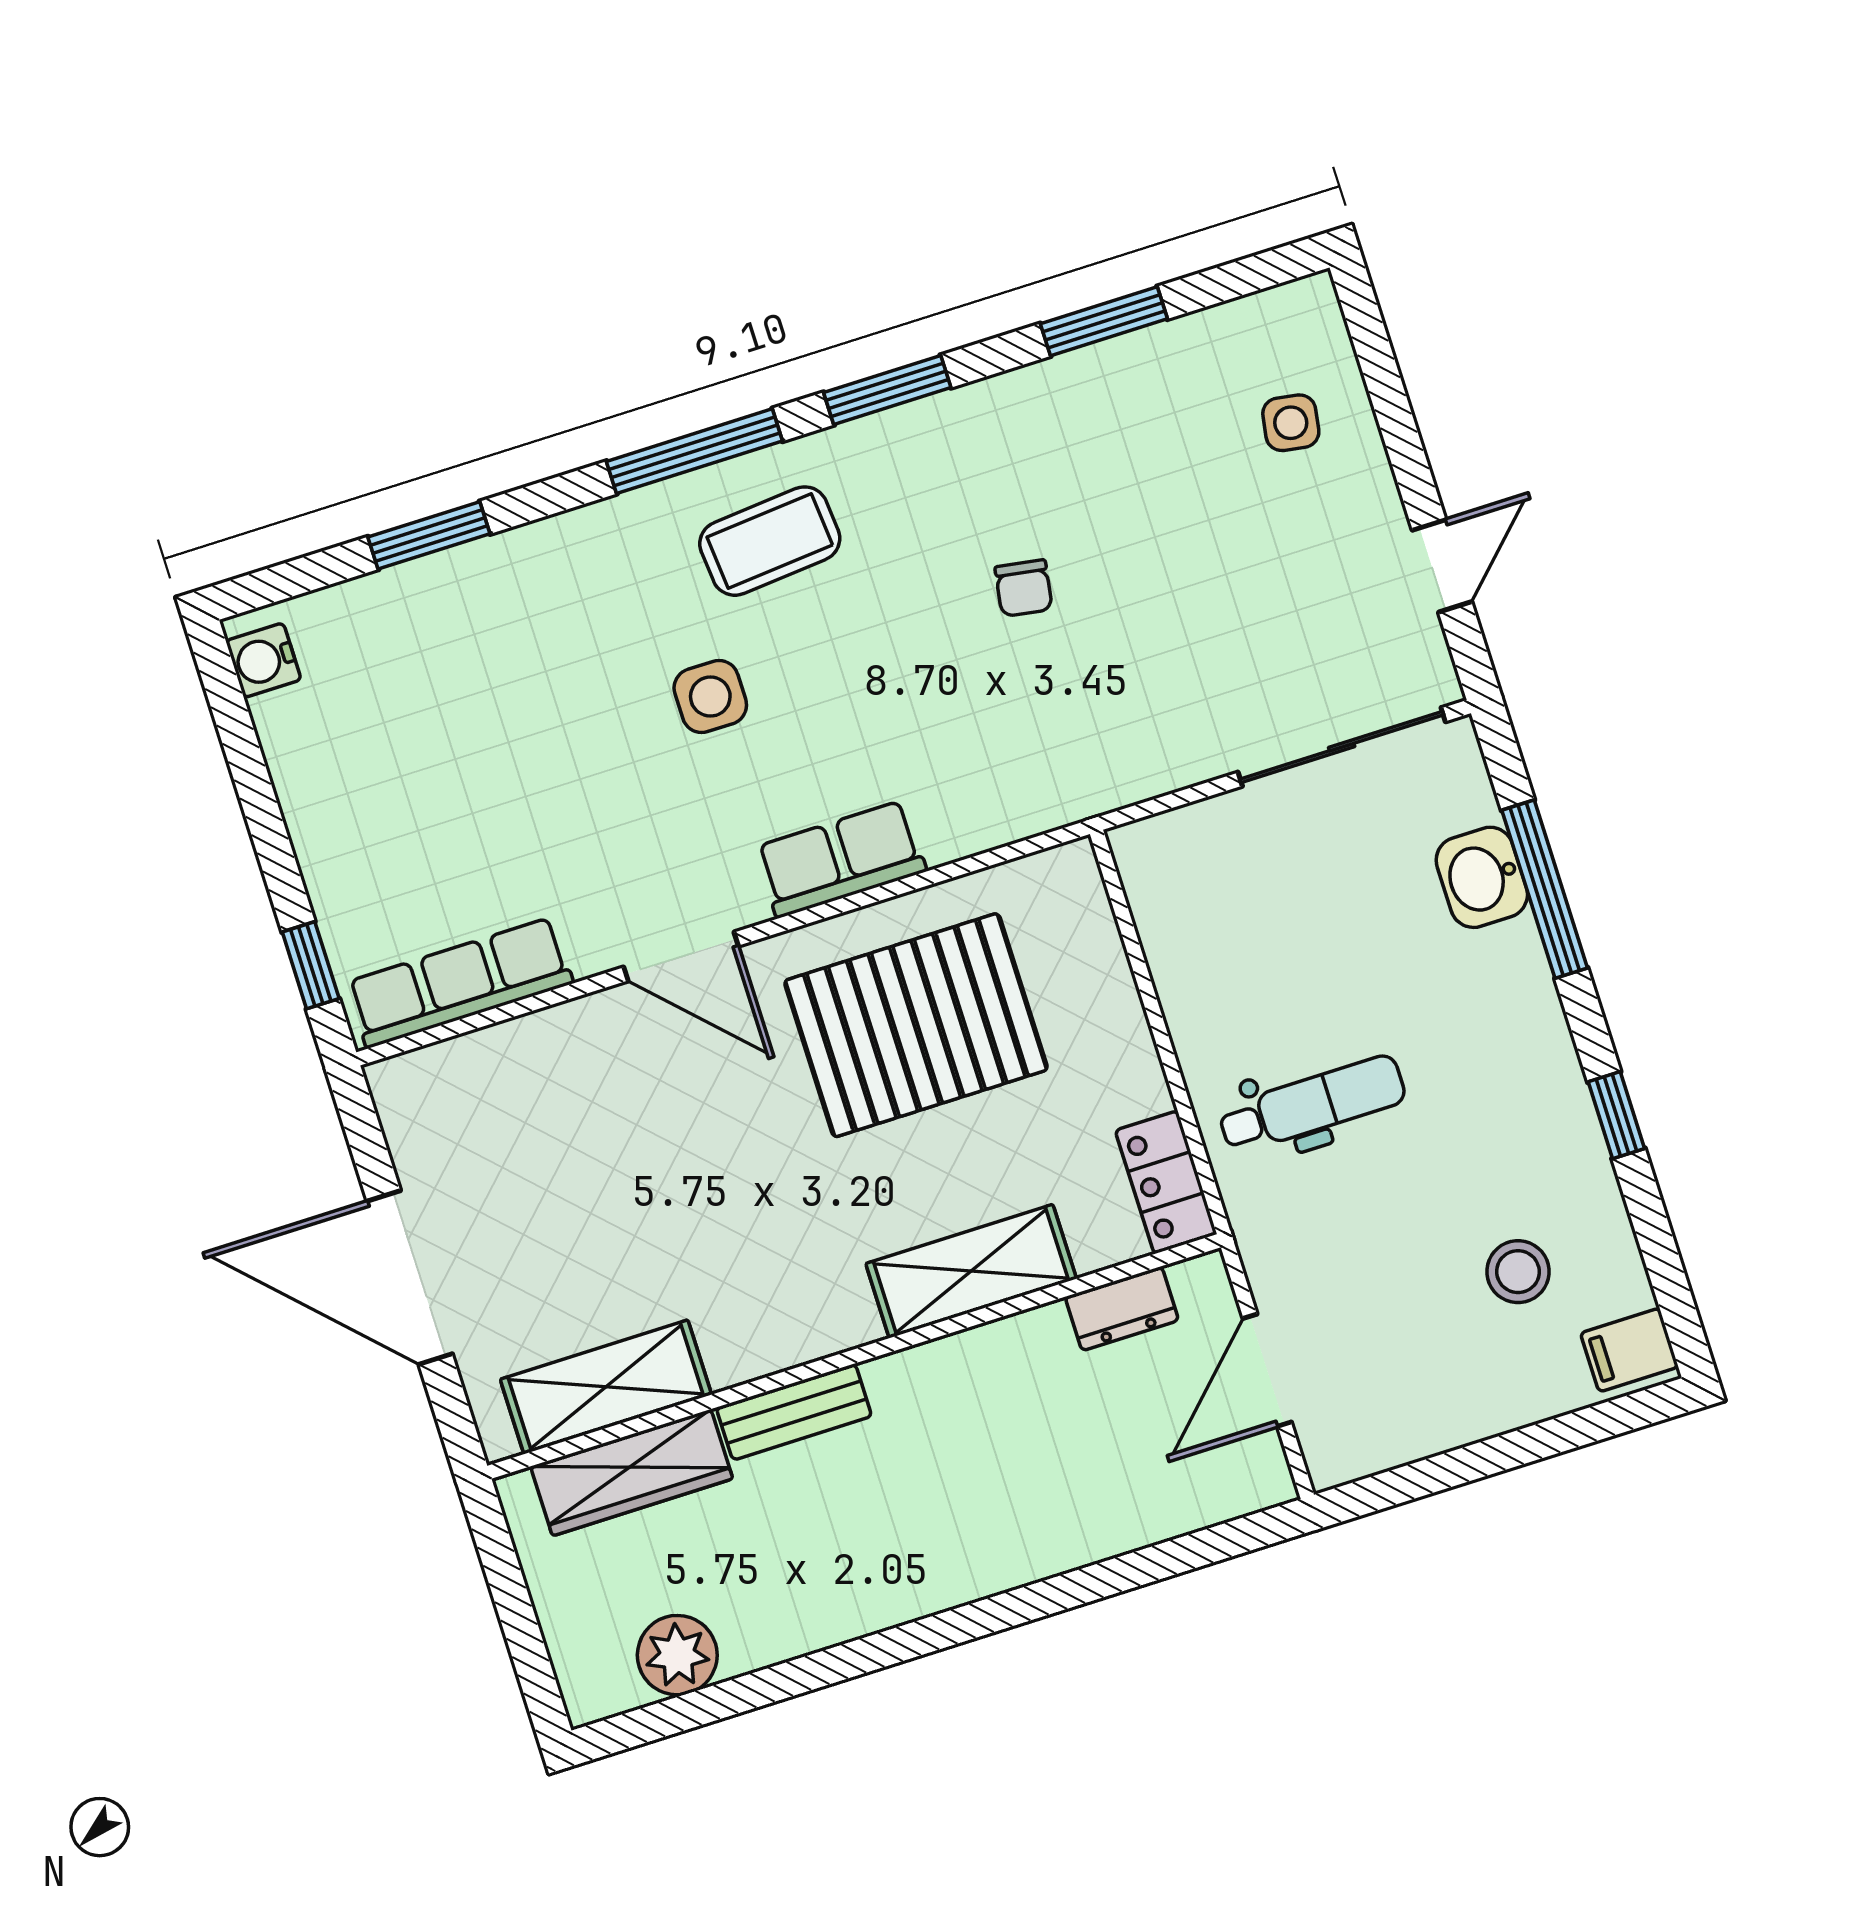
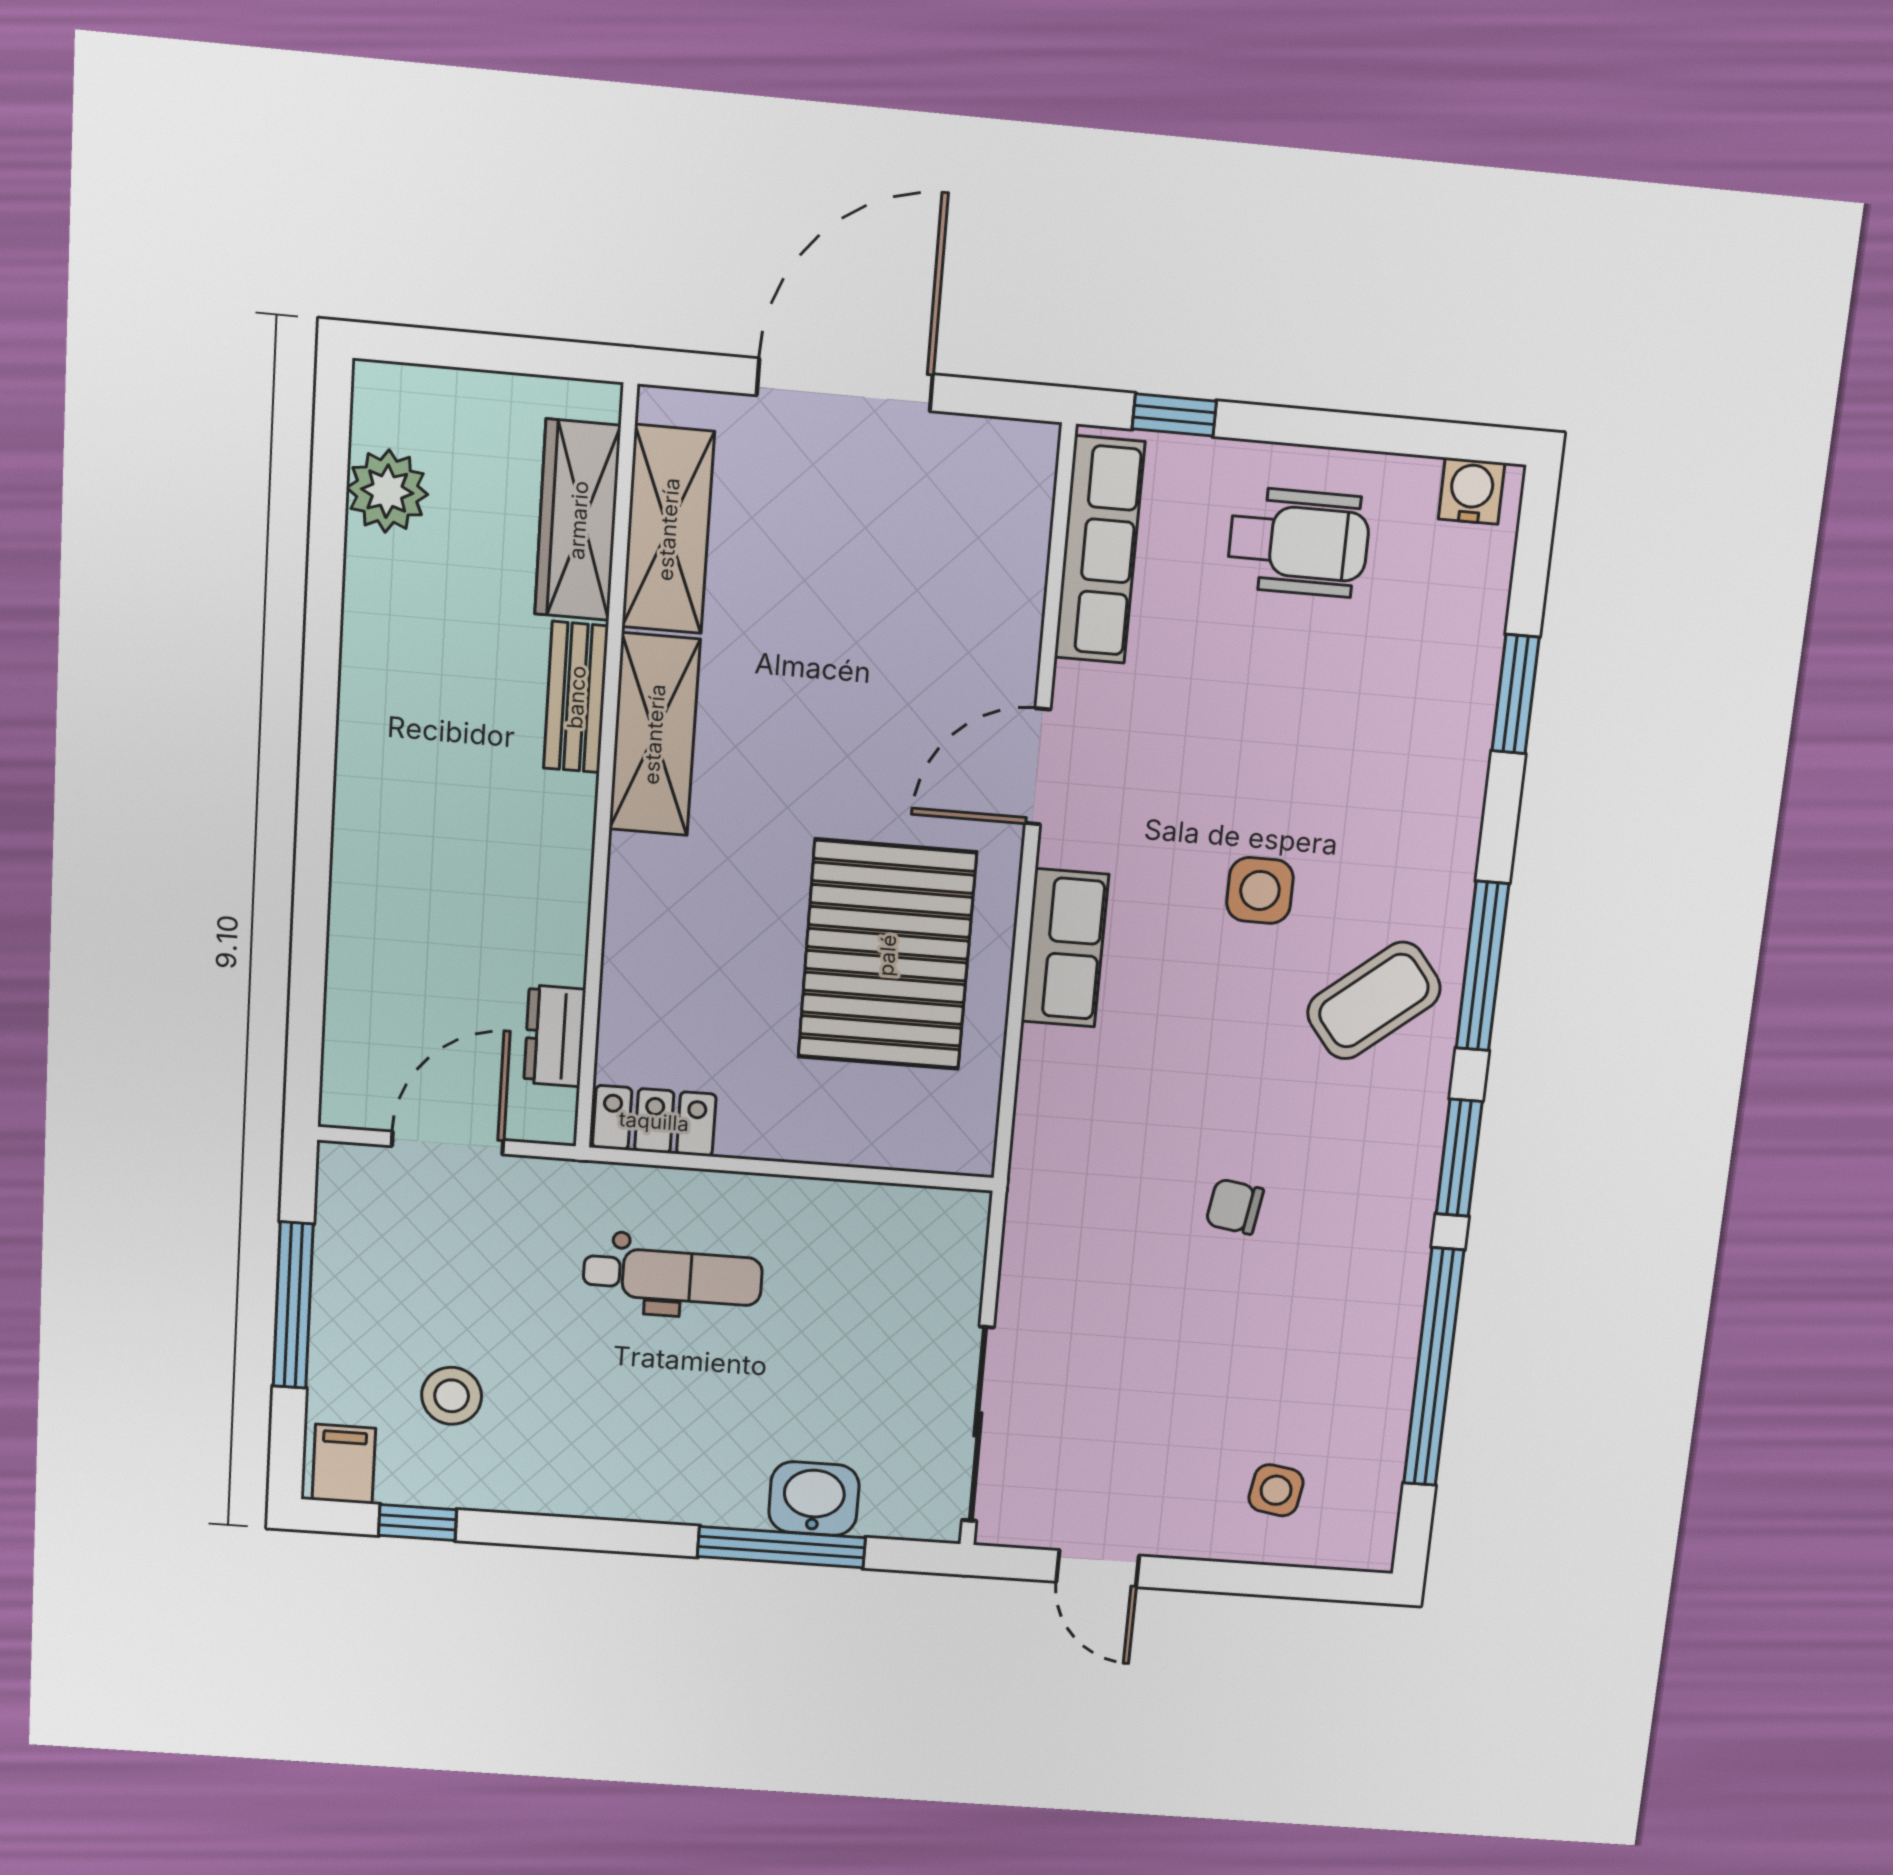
window: (1104, 321) -> (1434, 1367), width x2.11
coffee table: (770, 541) -> (1374, 1001), turned 56
wheelchair: (376, 801) -> (1299, 542), added
dental chair: (1312, 1104) -> (673, 1276), turned -90
window: (1616, 1115) -> (418, 1522), moved
shelving: (971, 1271) -> (654, 734), moved
door: (1267, 1370) -> (448, 1143), hinge flipped
window: (1488, 1458) -> (293, 1305), added

